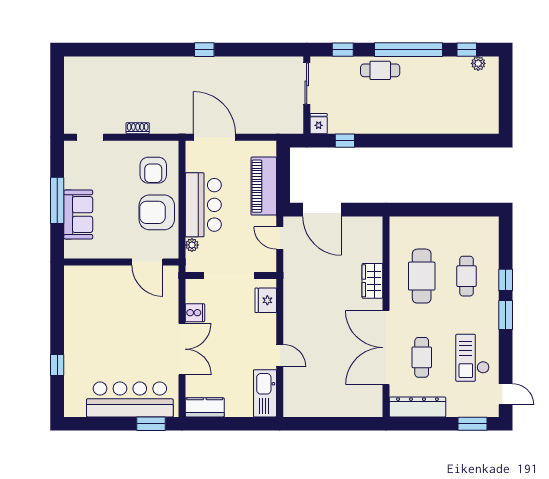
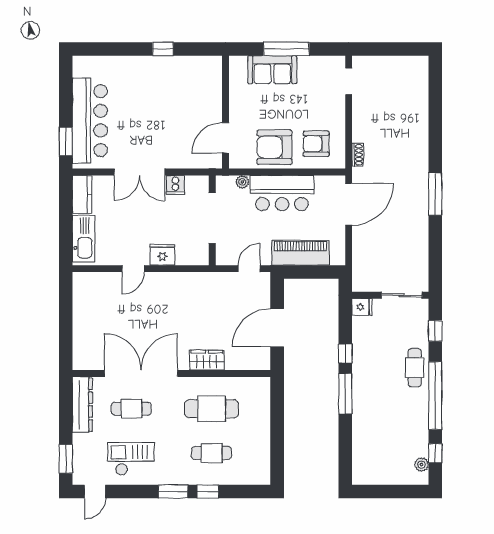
window: (204, 50) -> (435, 194), width x2.17
shoe rack: (138, 128) -> (358, 155), moved
window: (345, 141) -> (345, 354), moved
window: (406, 141) -> (345, 394), added
door: (322, 210) -> (277, 328), moved
armchair: (157, 212) -> (274, 147), turned -90
fridge: (266, 300) -> (162, 255), moved
window: (57, 365) -> (163, 49), moved
kitchen sink: (265, 393) -> (84, 238), moved, turned 90

